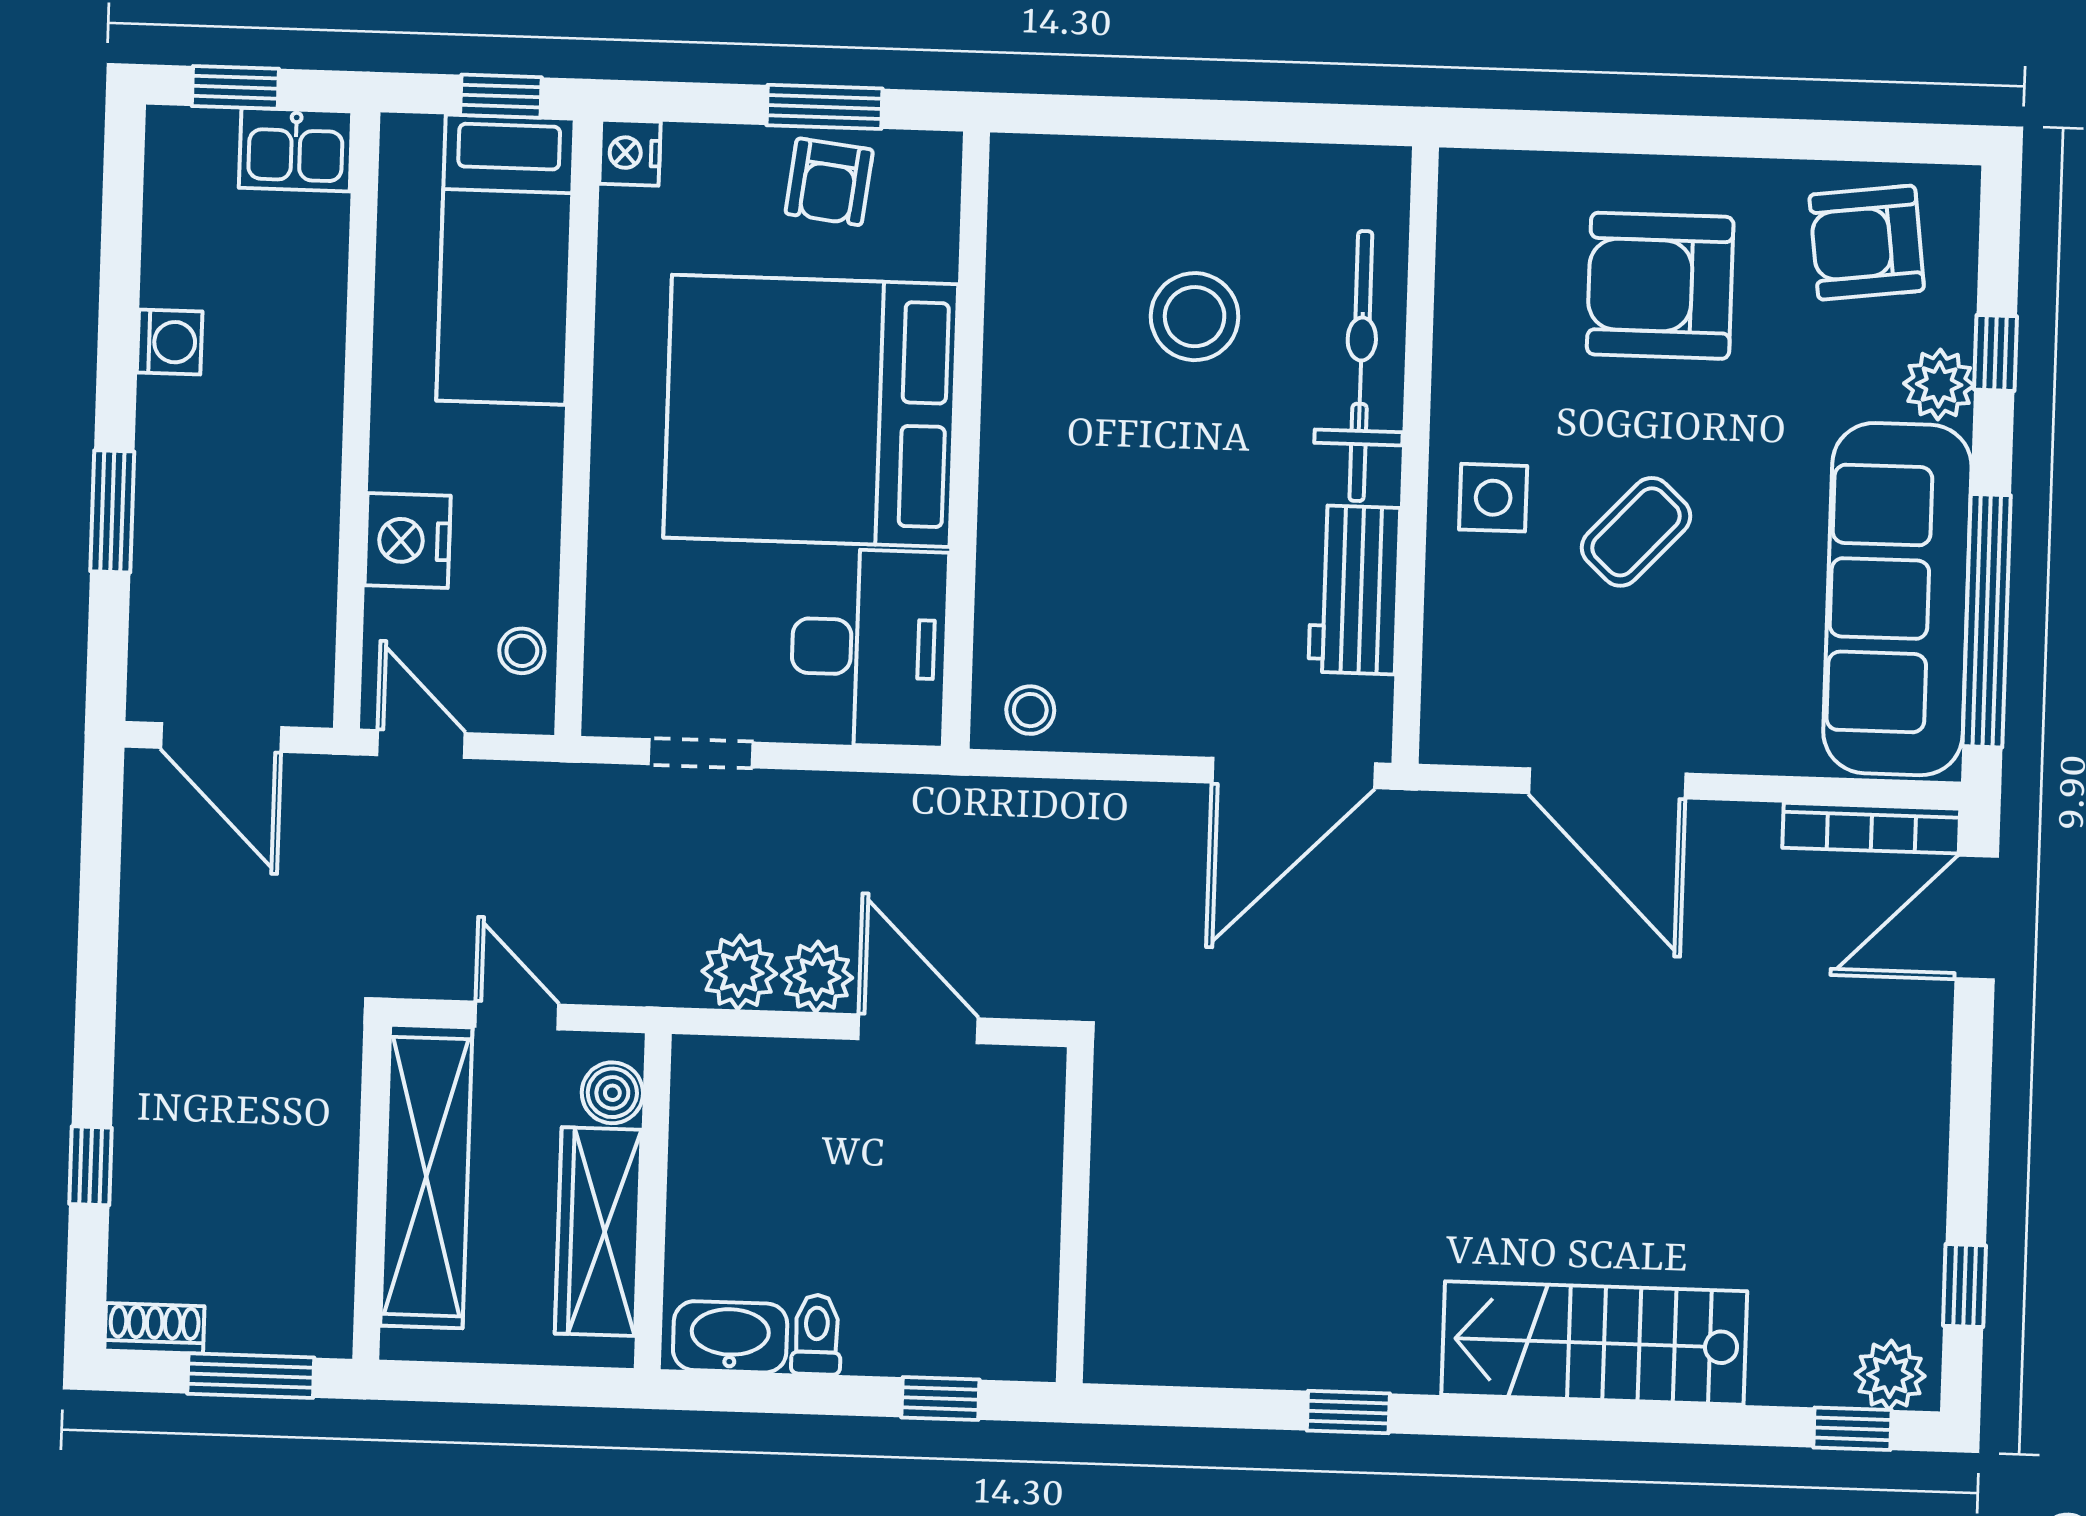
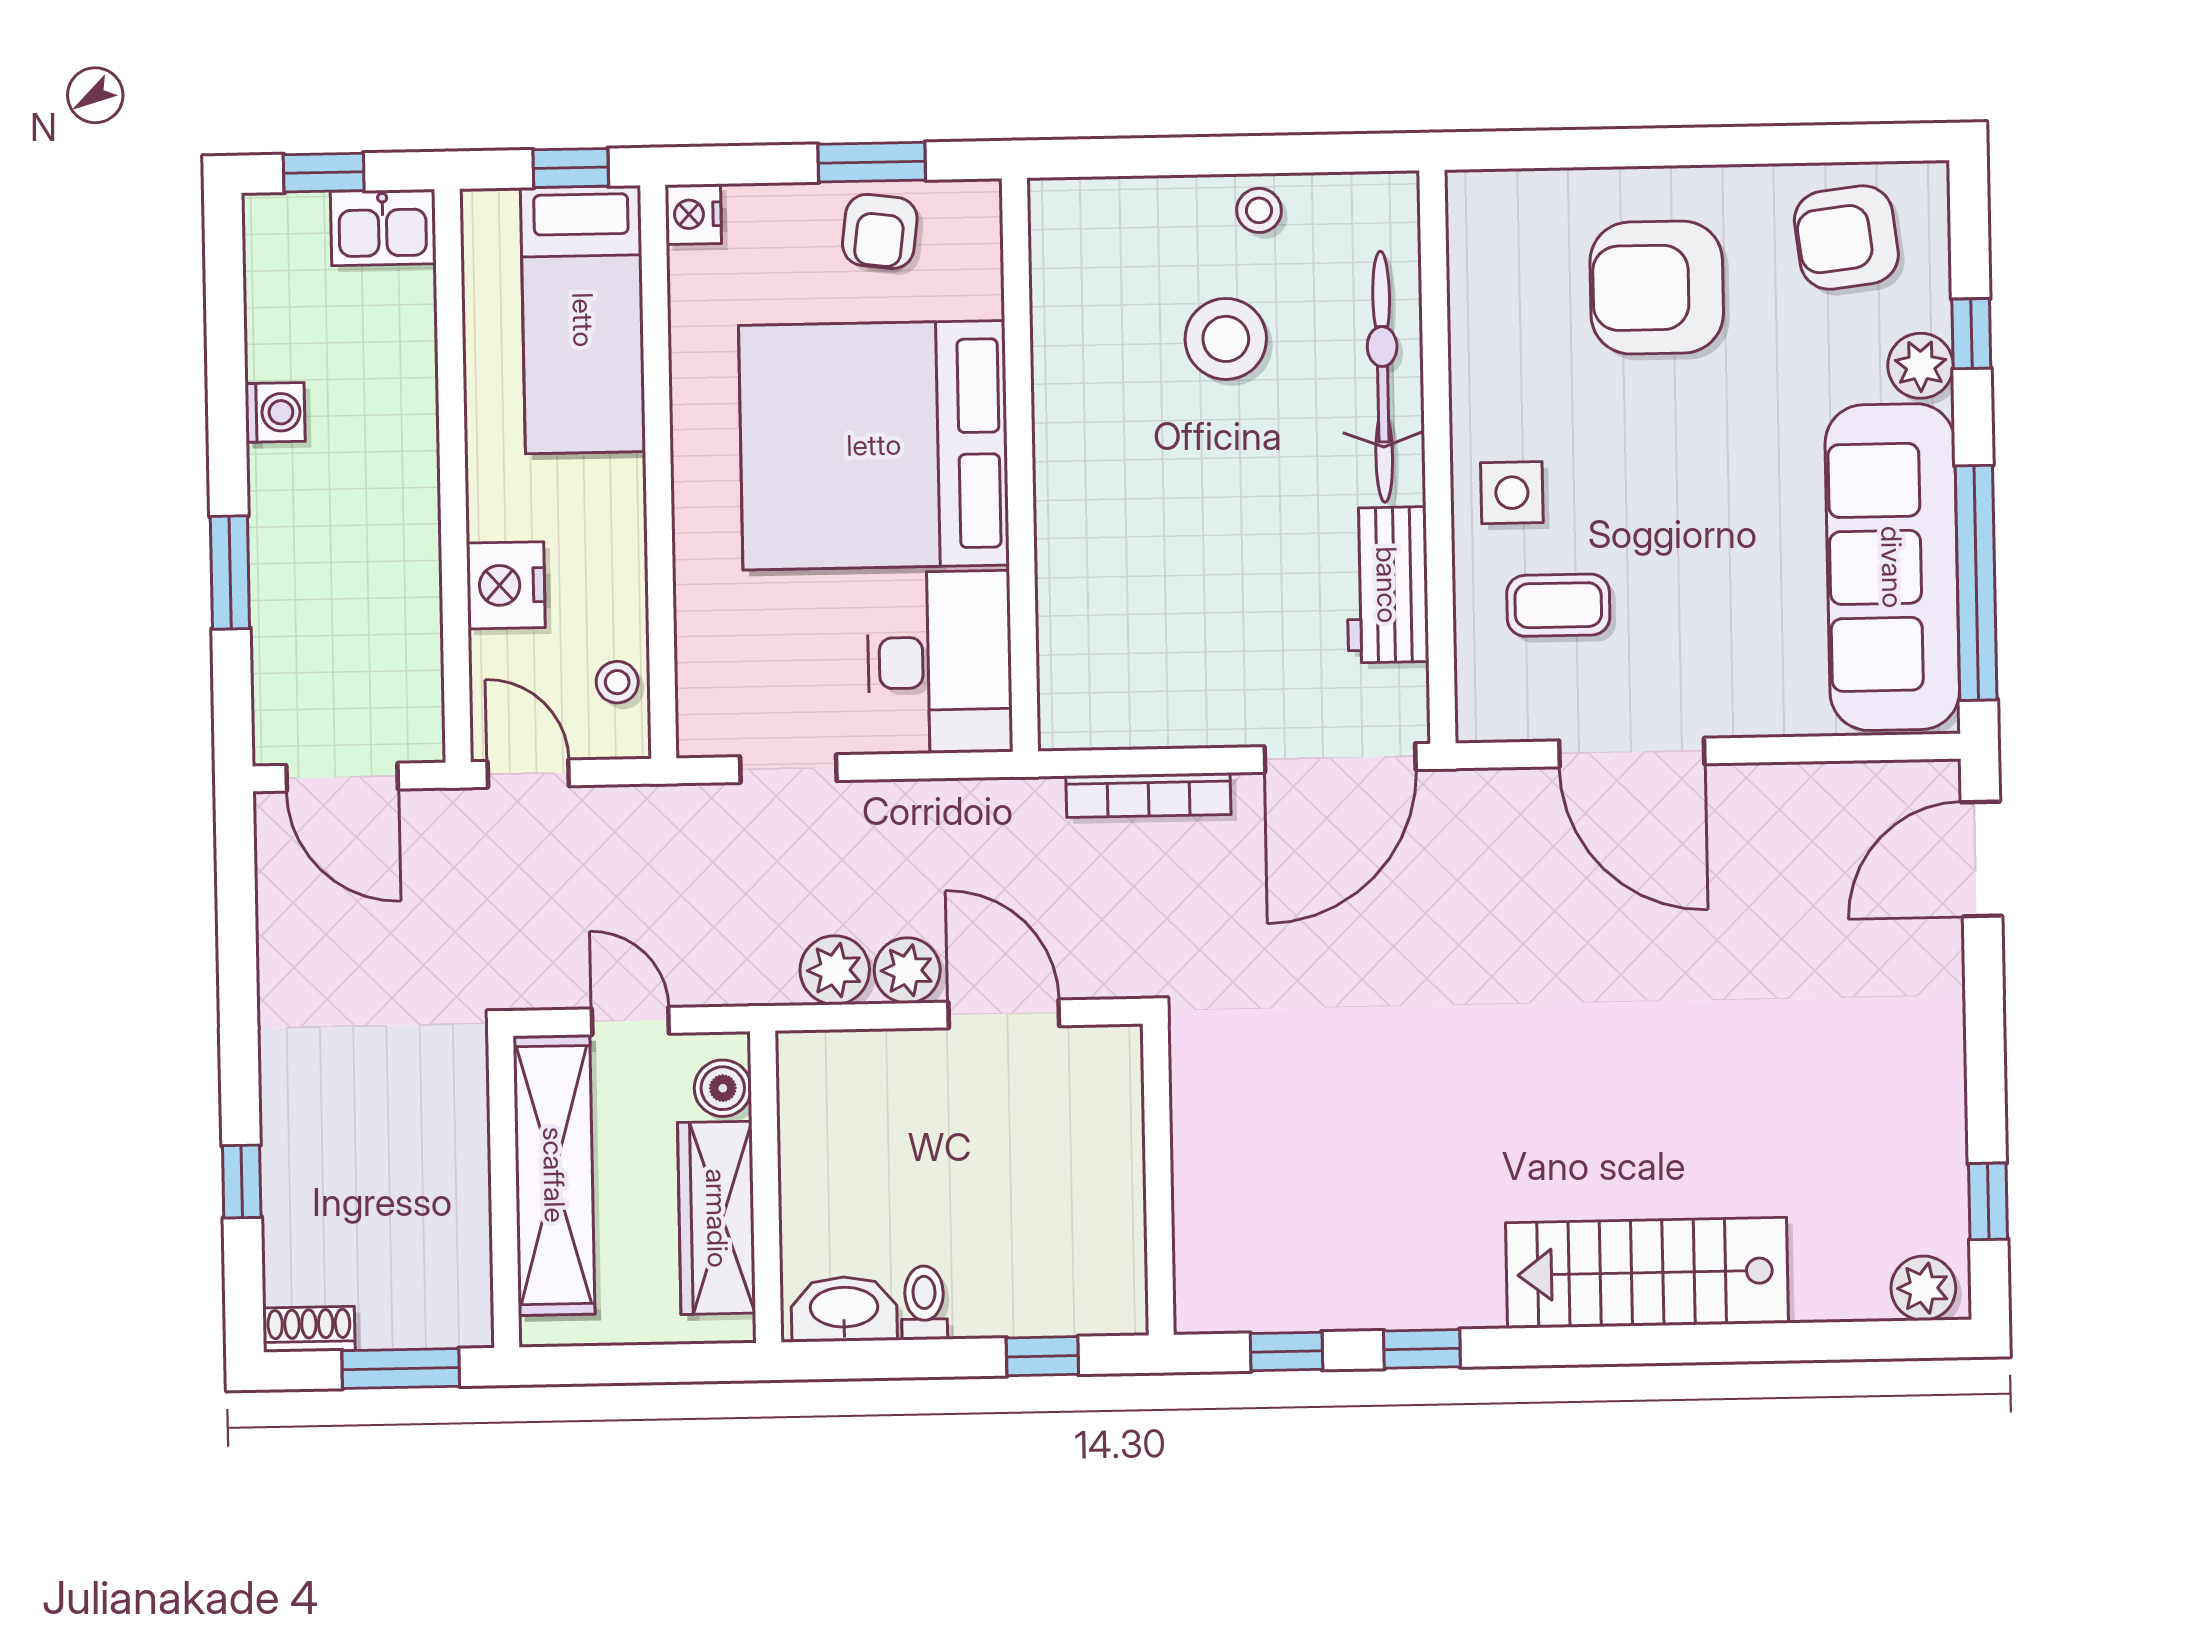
coffee table: (1636, 532) -> (1558, 605), moved, turned 47
stool: (1030, 710) -> (1259, 210), moved
bookcase: (1871, 828) -> (1148, 795), moved
window: (1852, 1429) -> (1286, 1351), moved

